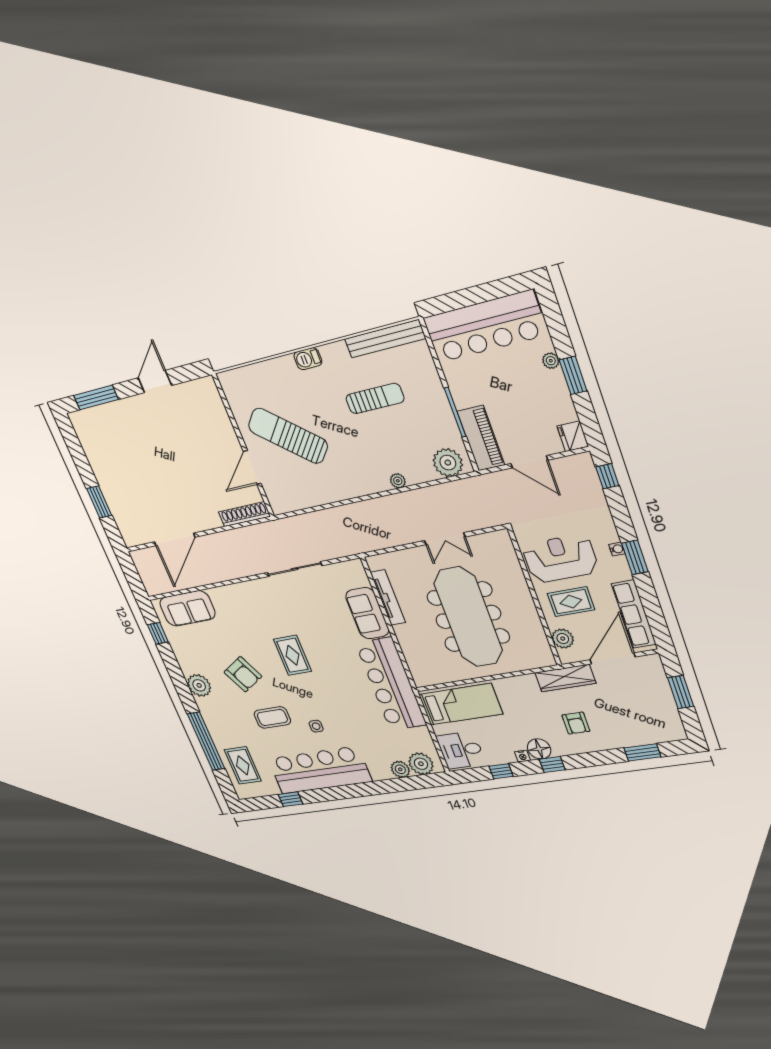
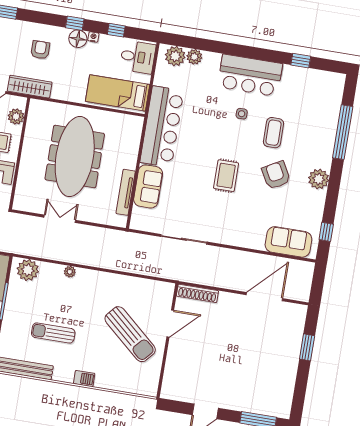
coffee table: (272, 717) -> (274, 133), turned 90
rug: (243, 765) -> (324, 102), removed
bar counter: (320, 770) -> (250, 75), width x0.73

